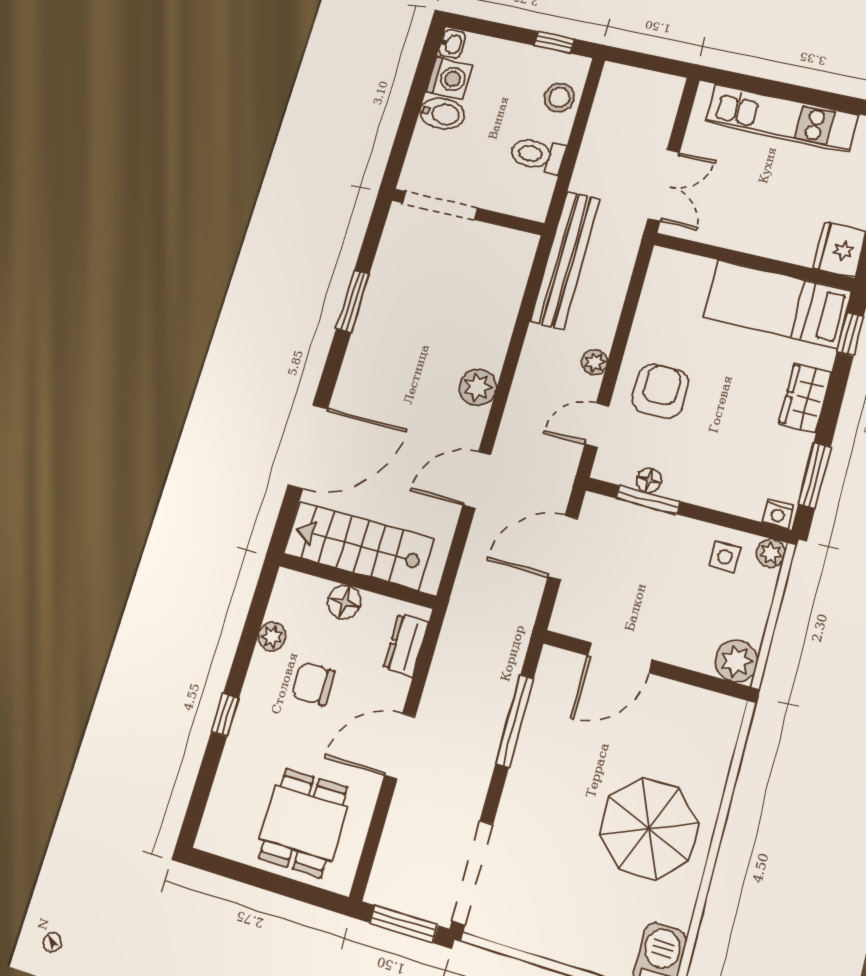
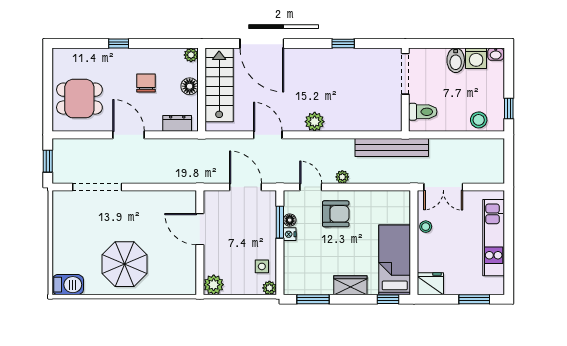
toilet: (537, 155) -> (423, 112), moved, turned 90
stool: (729, 233) -> (426, 227), added
window: (353, 301) -> (343, 43), width x0.67
nightstand: (778, 514) -> (290, 234), moved
plant: (272, 637) -> (191, 55), moved
window: (515, 721) -> (156, 187), removed
doorway: (472, 873) -> (97, 187), moved
window: (403, 924) -> (48, 161), width x0.67

